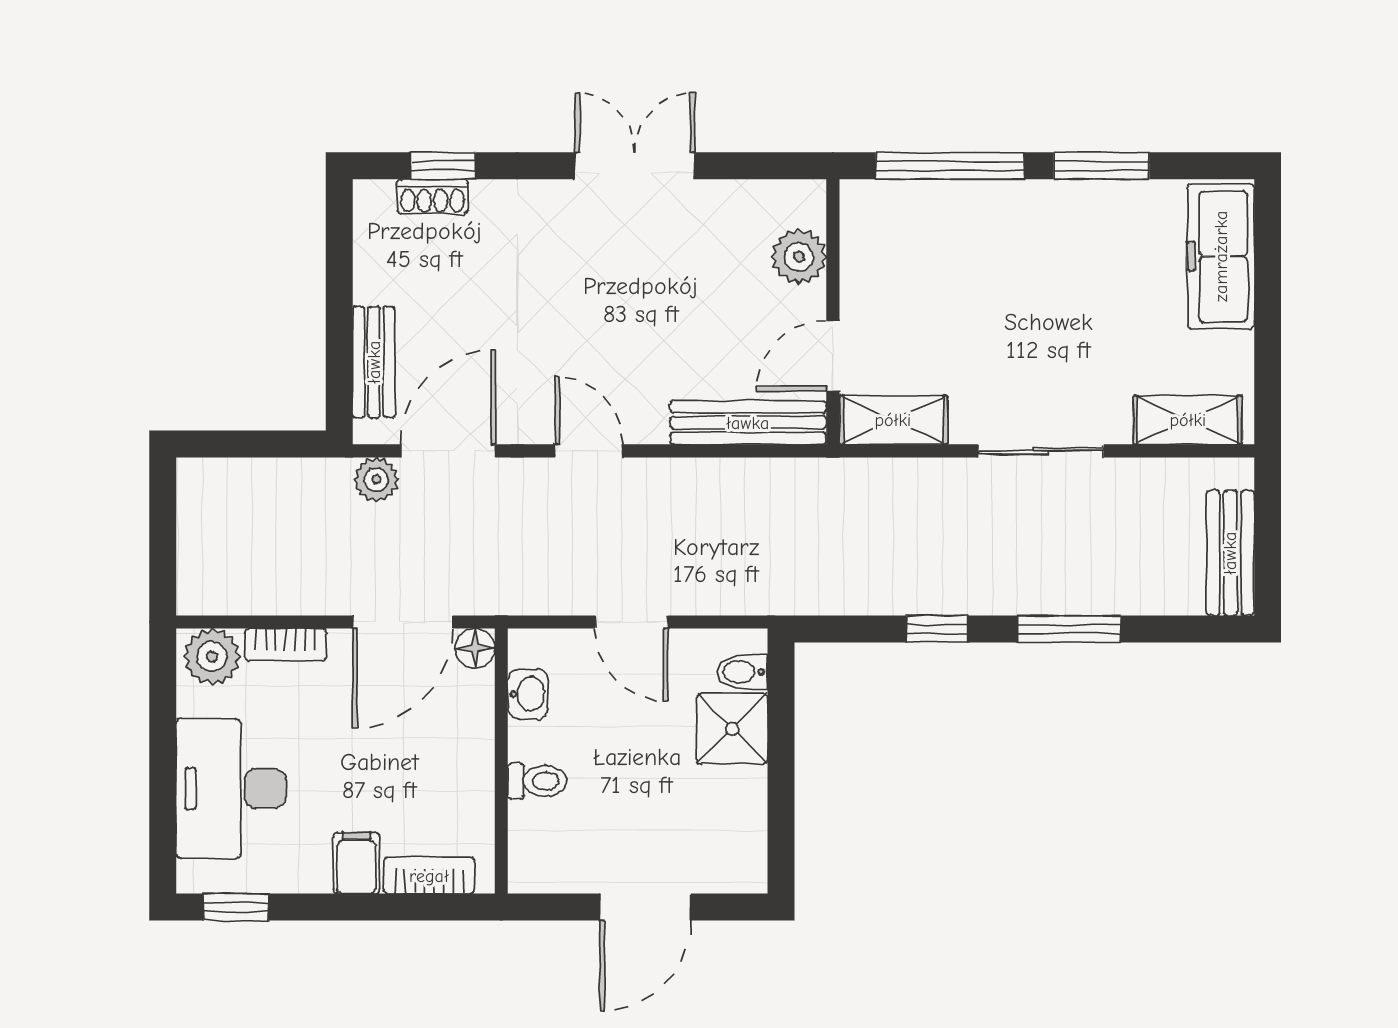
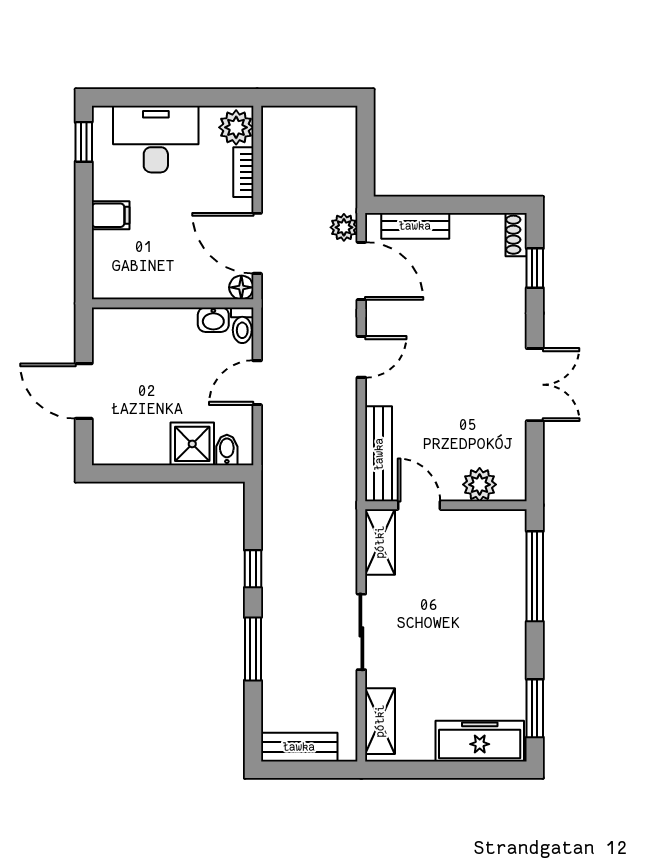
window: (1101, 166) -> (535, 708), moved
shoe rack: (432, 197) -> (516, 235), moved
toilet: (537, 781) -> (242, 325), moved
bookcase: (429, 876) -> (103, 260), removed

